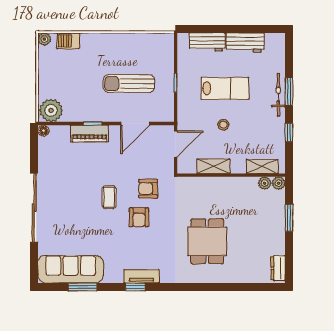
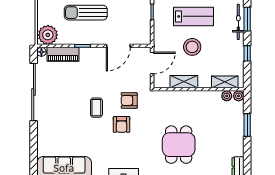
sun lounger: (129, 84) -> (86, 13), moved
stool: (223, 125) -> (192, 47), width x1.89, depth x1.89
piano: (89, 134) -> (63, 54), moved
sliding door: (34, 208) -> (34, 92), moved

